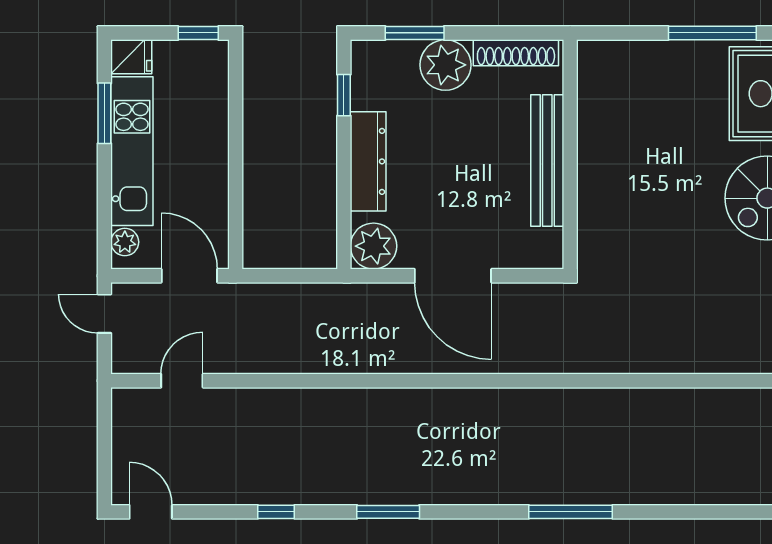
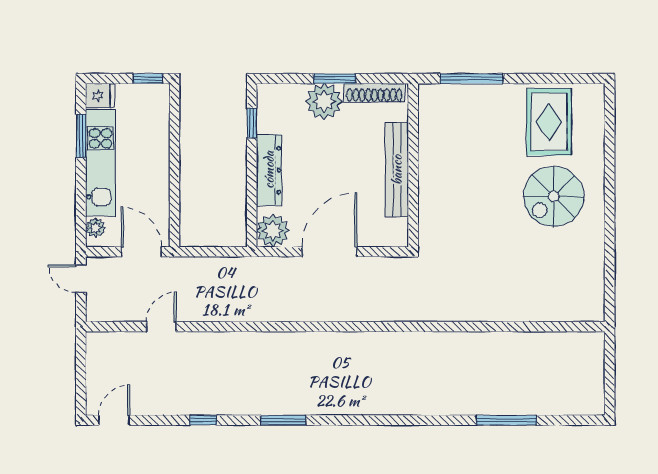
window: (415, 33) -> (335, 79), moved
window: (712, 33) -> (472, 79), moved
door: (453, 276) -> (330, 252), swing flipped
door: (182, 381) -> (161, 327), moved
door: (151, 512) -> (114, 420), hinge flipped
window: (571, 512) -> (506, 420), moved

